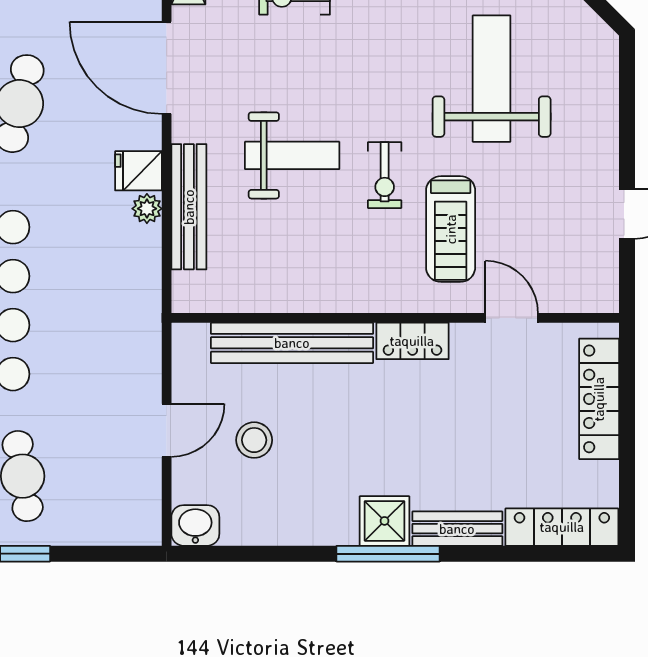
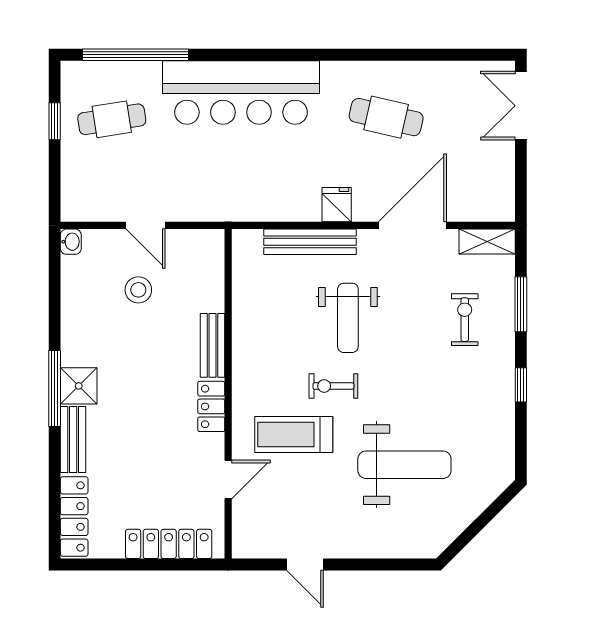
plant: (147, 209) -> (309, 211), removed
bench: (292, 343) -> (213, 345), width x0.54, depth x0.82
washbasin: (195, 525) -> (71, 242), width x0.72, depth x0.69

